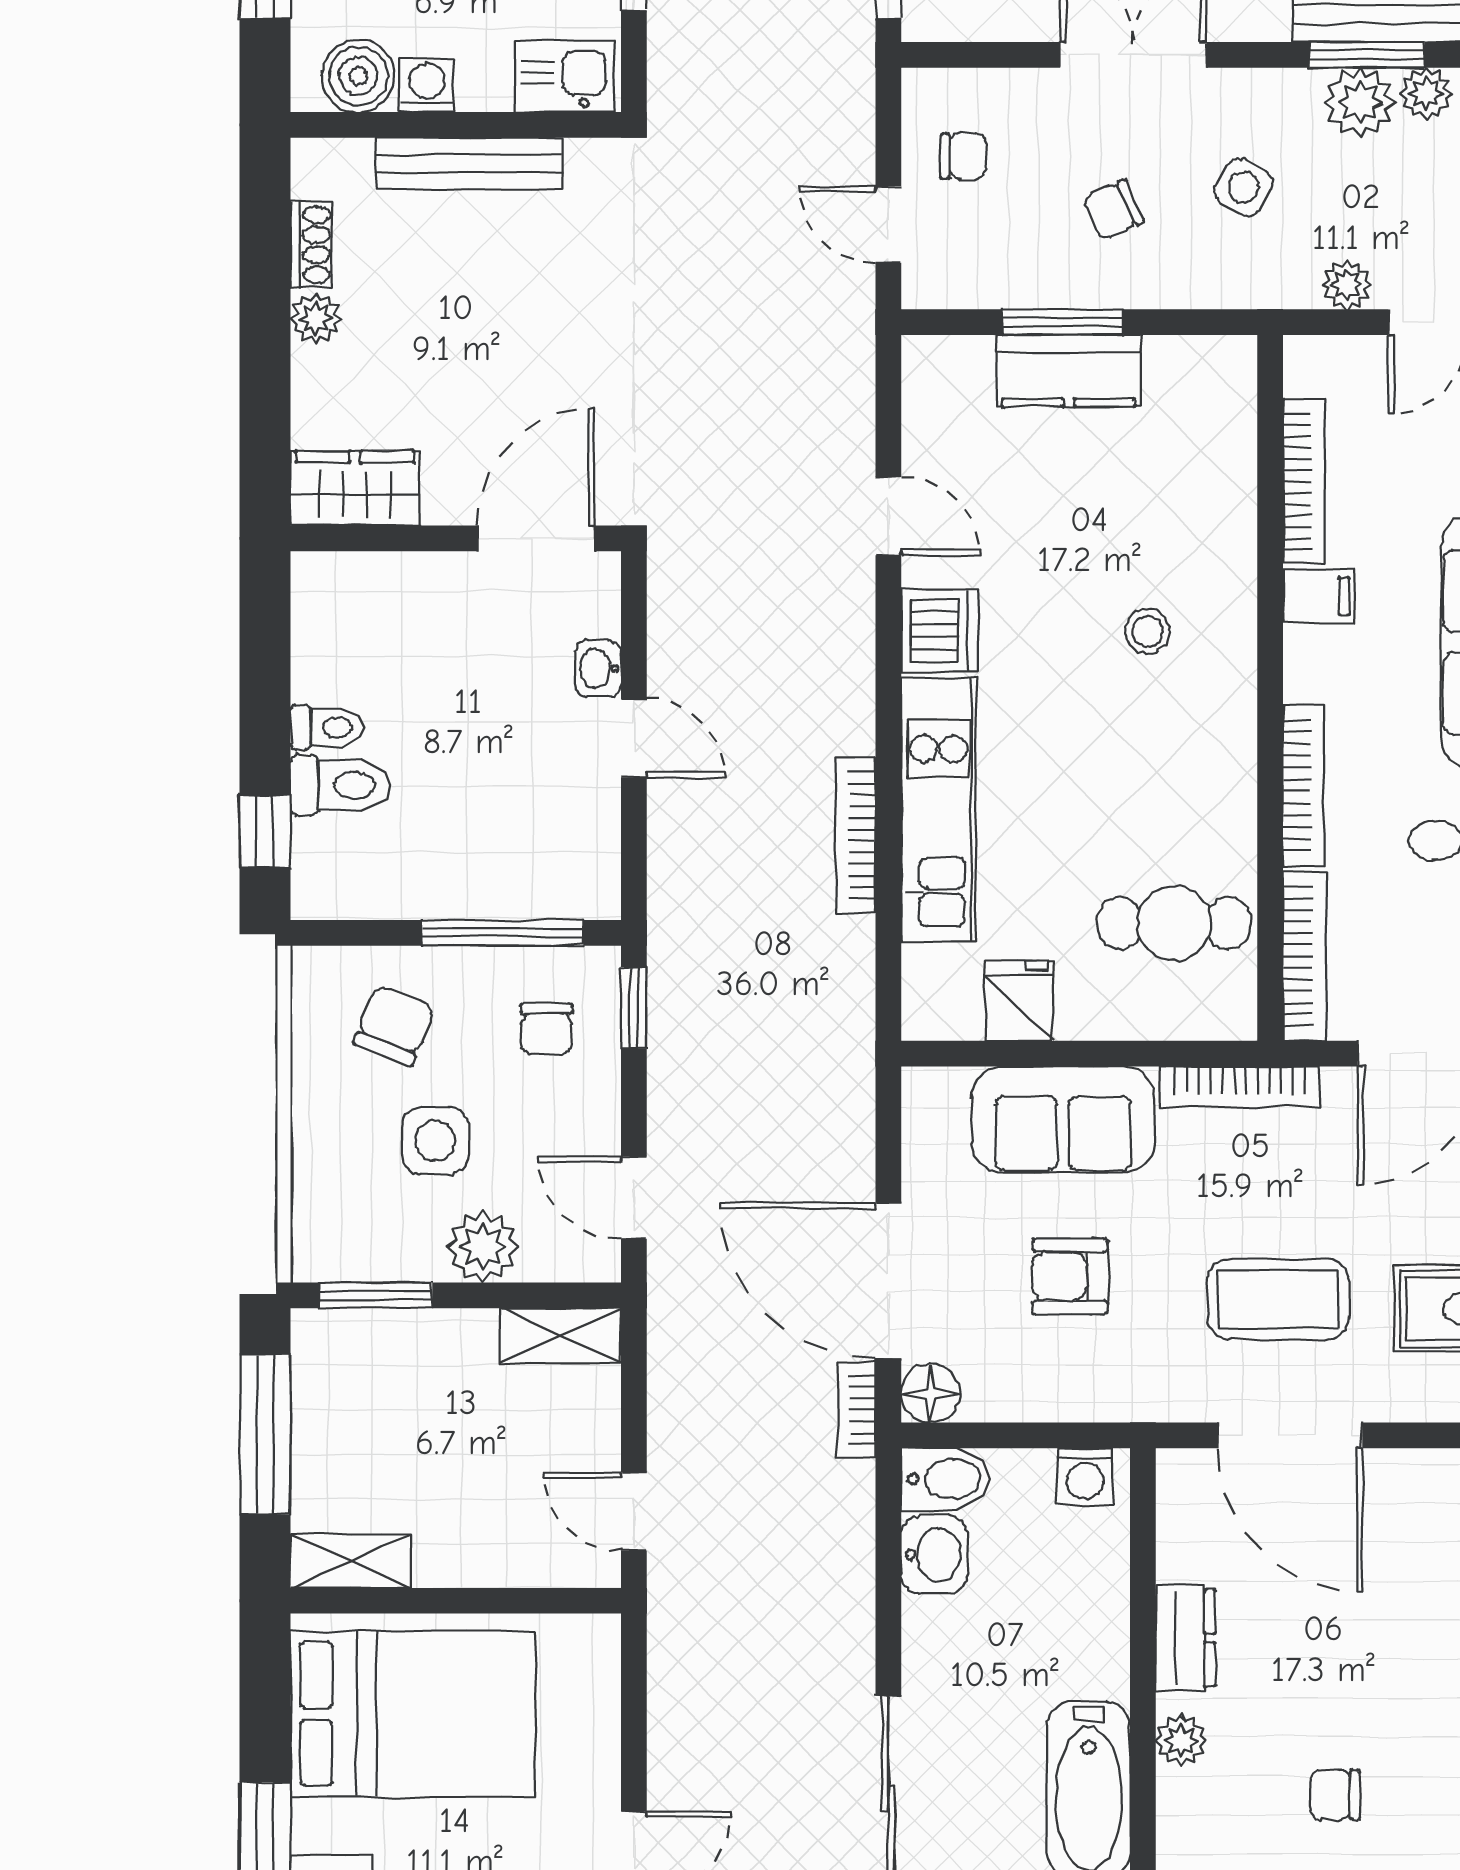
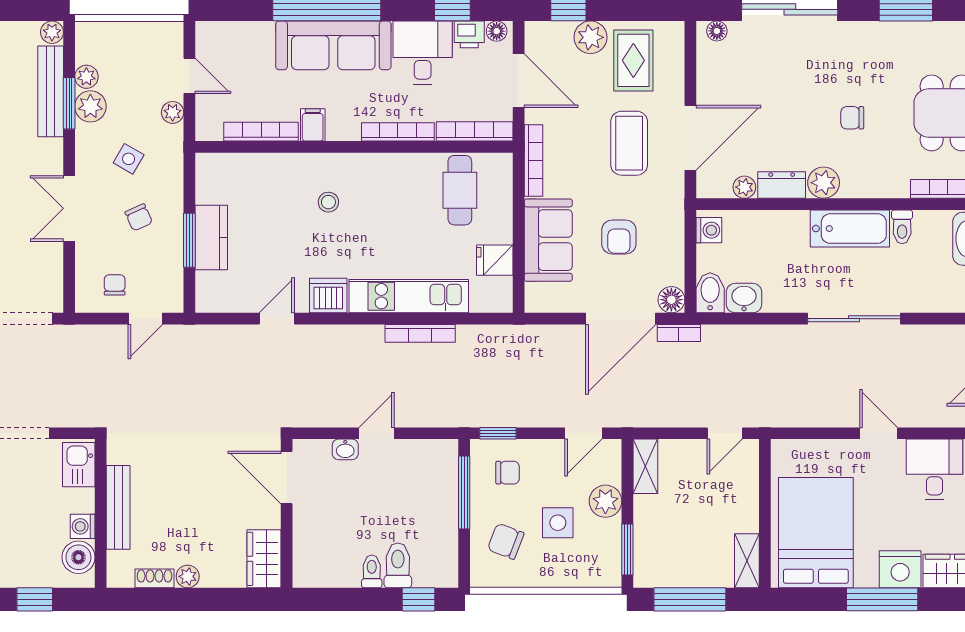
plant: (1180, 1555) -> (744, 187), added
plant: (1181, 1741) -> (824, 183), width x1.38, depth x1.38
chair: (1335, 1795) -> (852, 118), turned 90

